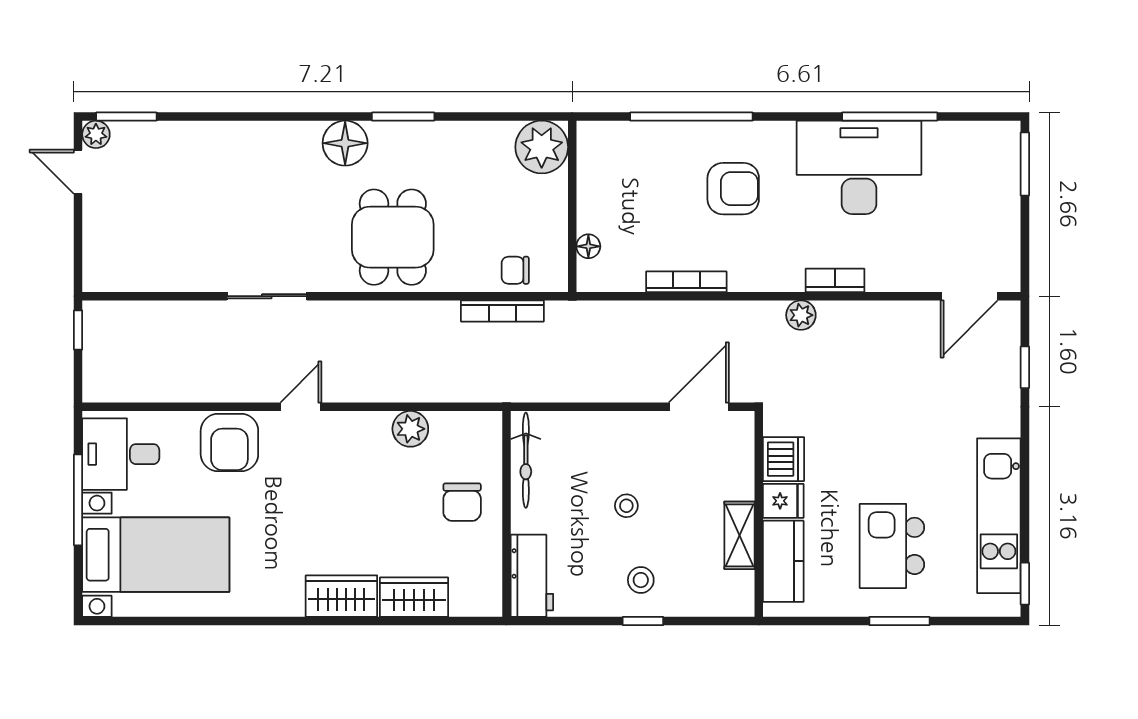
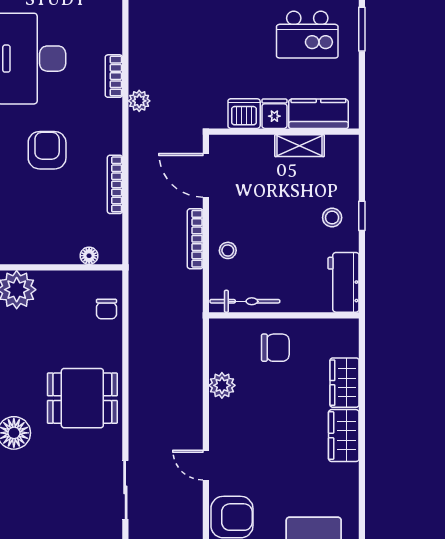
bookcase: (502, 311) -> (195, 239), moved, turned 180
stool: (626, 506) -> (228, 250), moved
workbench: (532, 576) -> (343, 282), moved, turned -90

